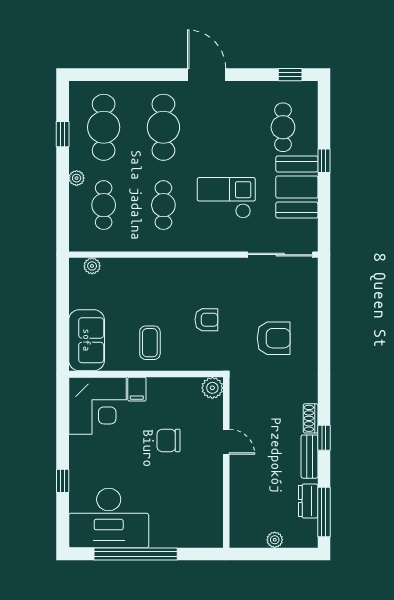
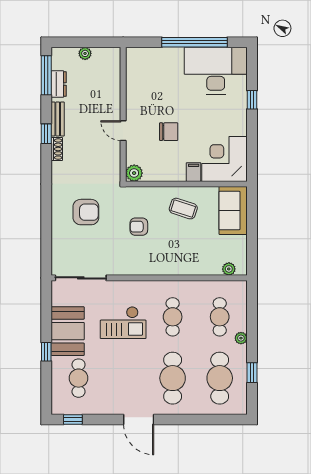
armchair: (274, 338) -> (86, 212), turned 180
coffee table: (150, 343) -> (183, 209), turned -72

